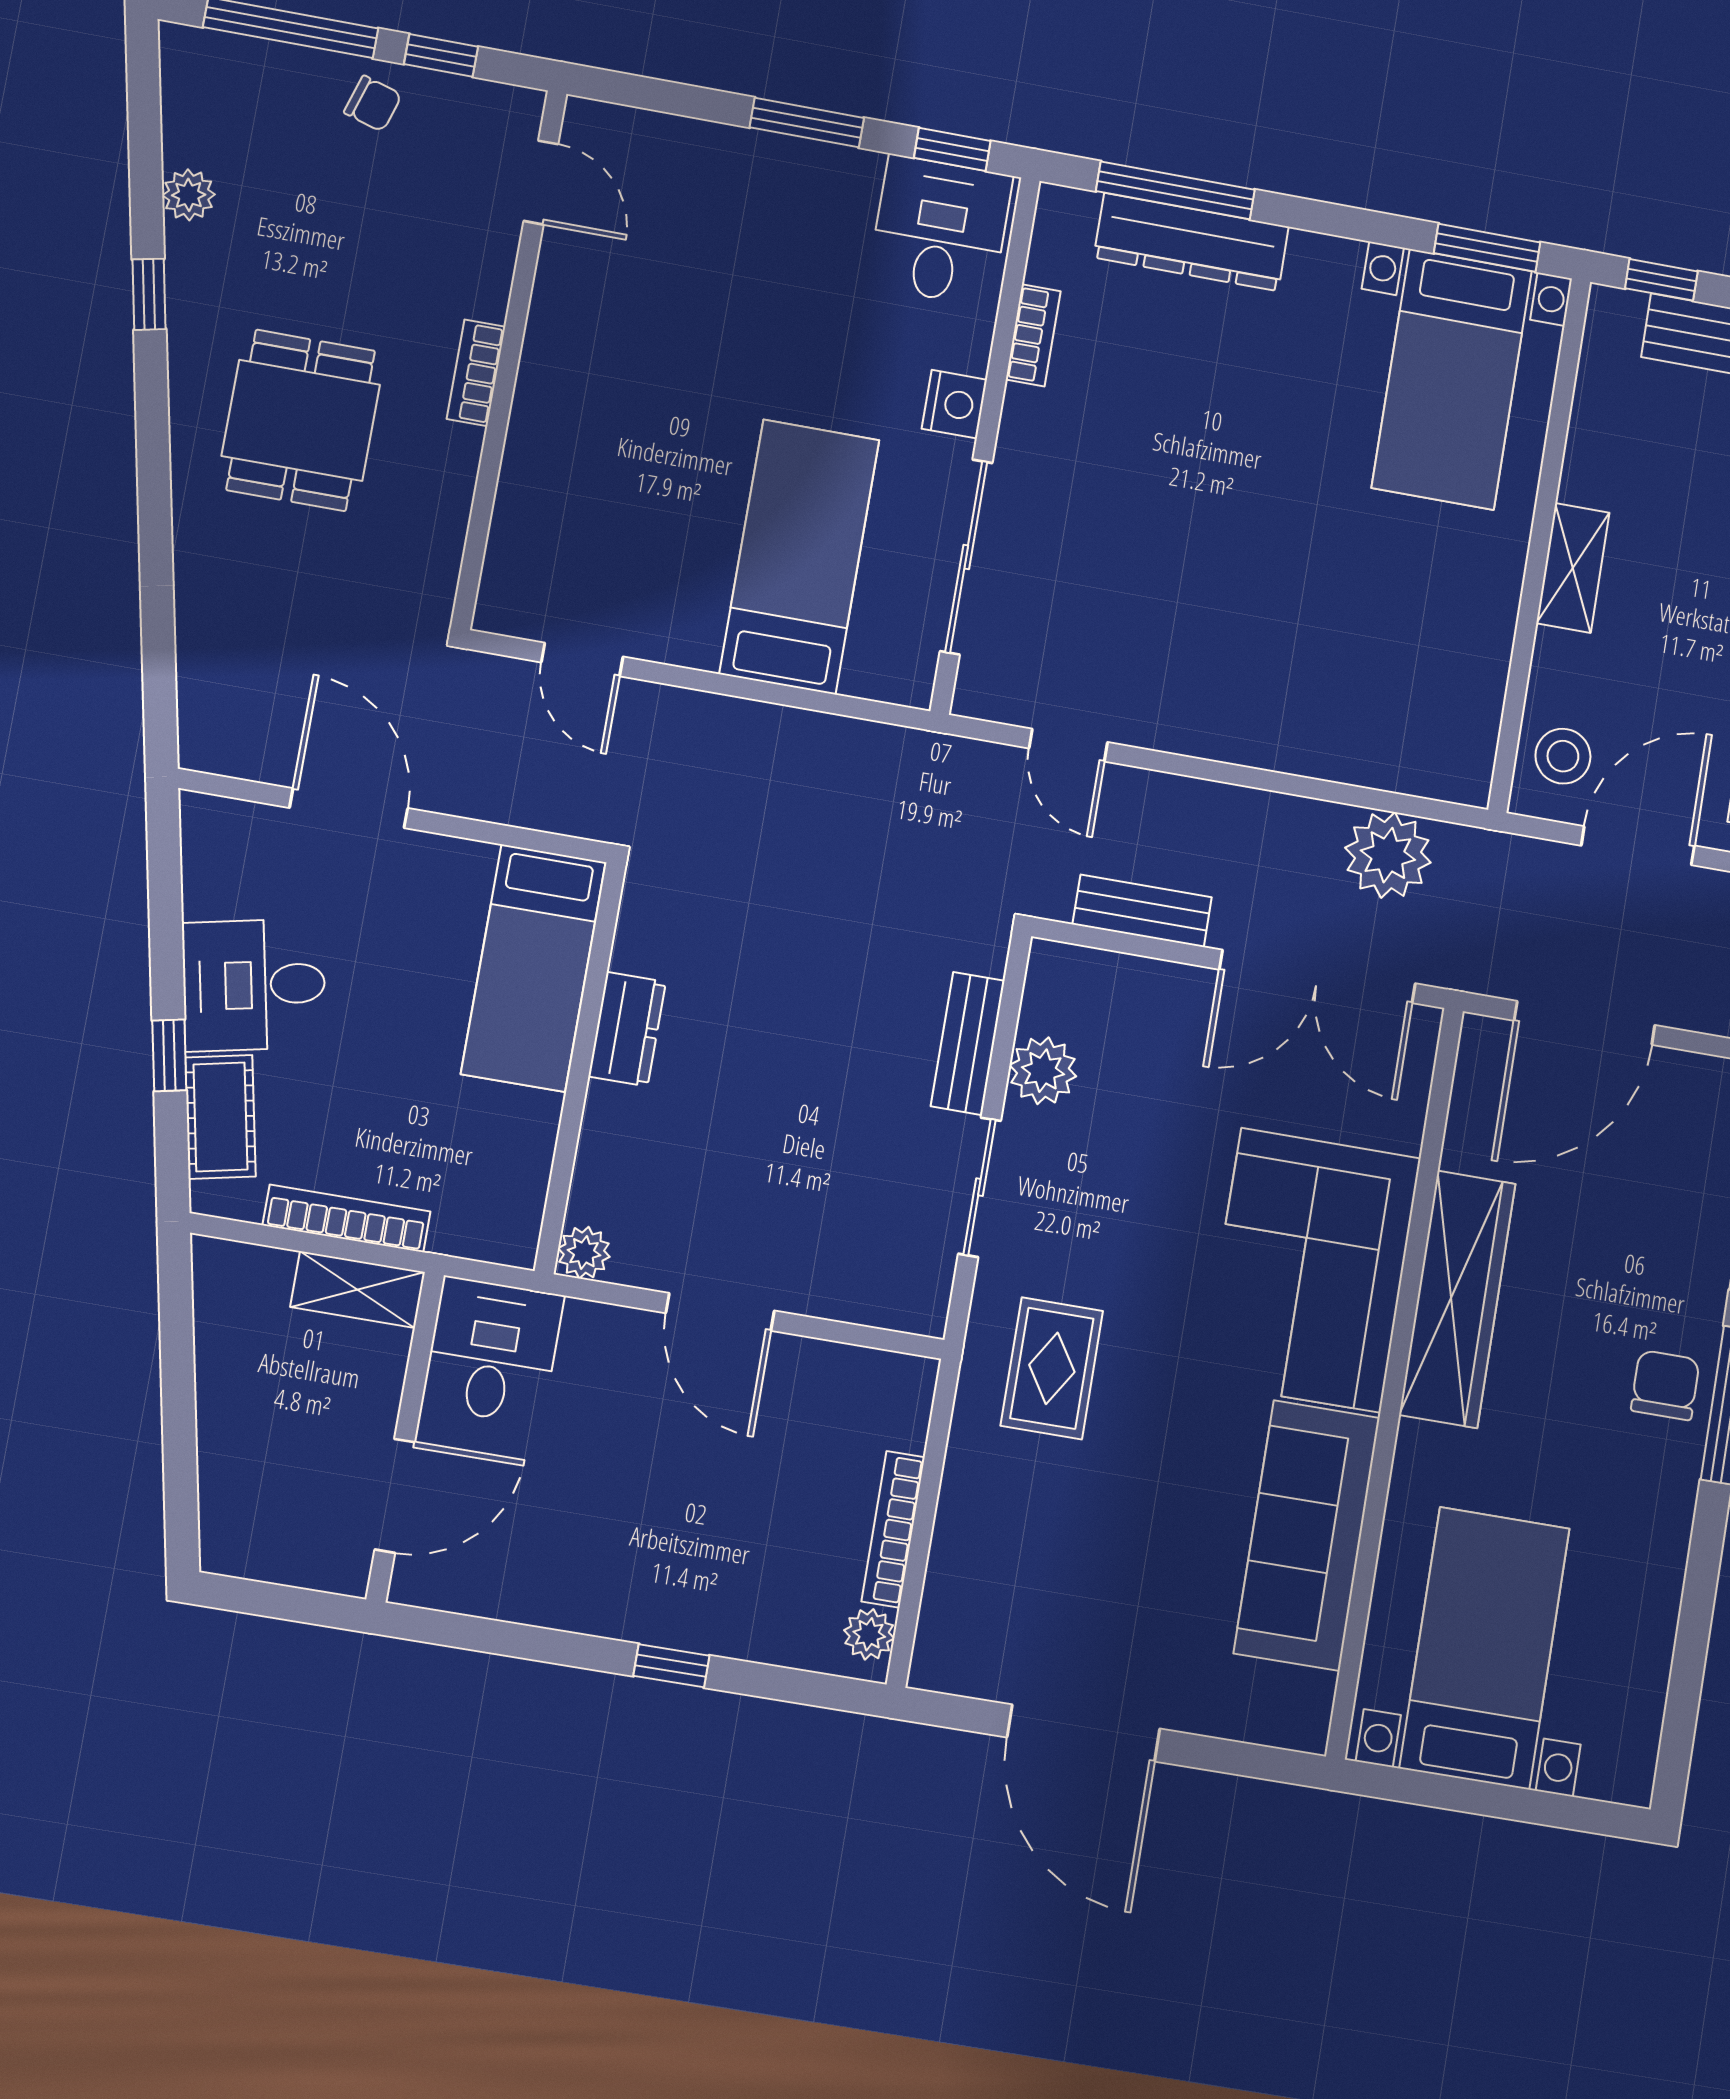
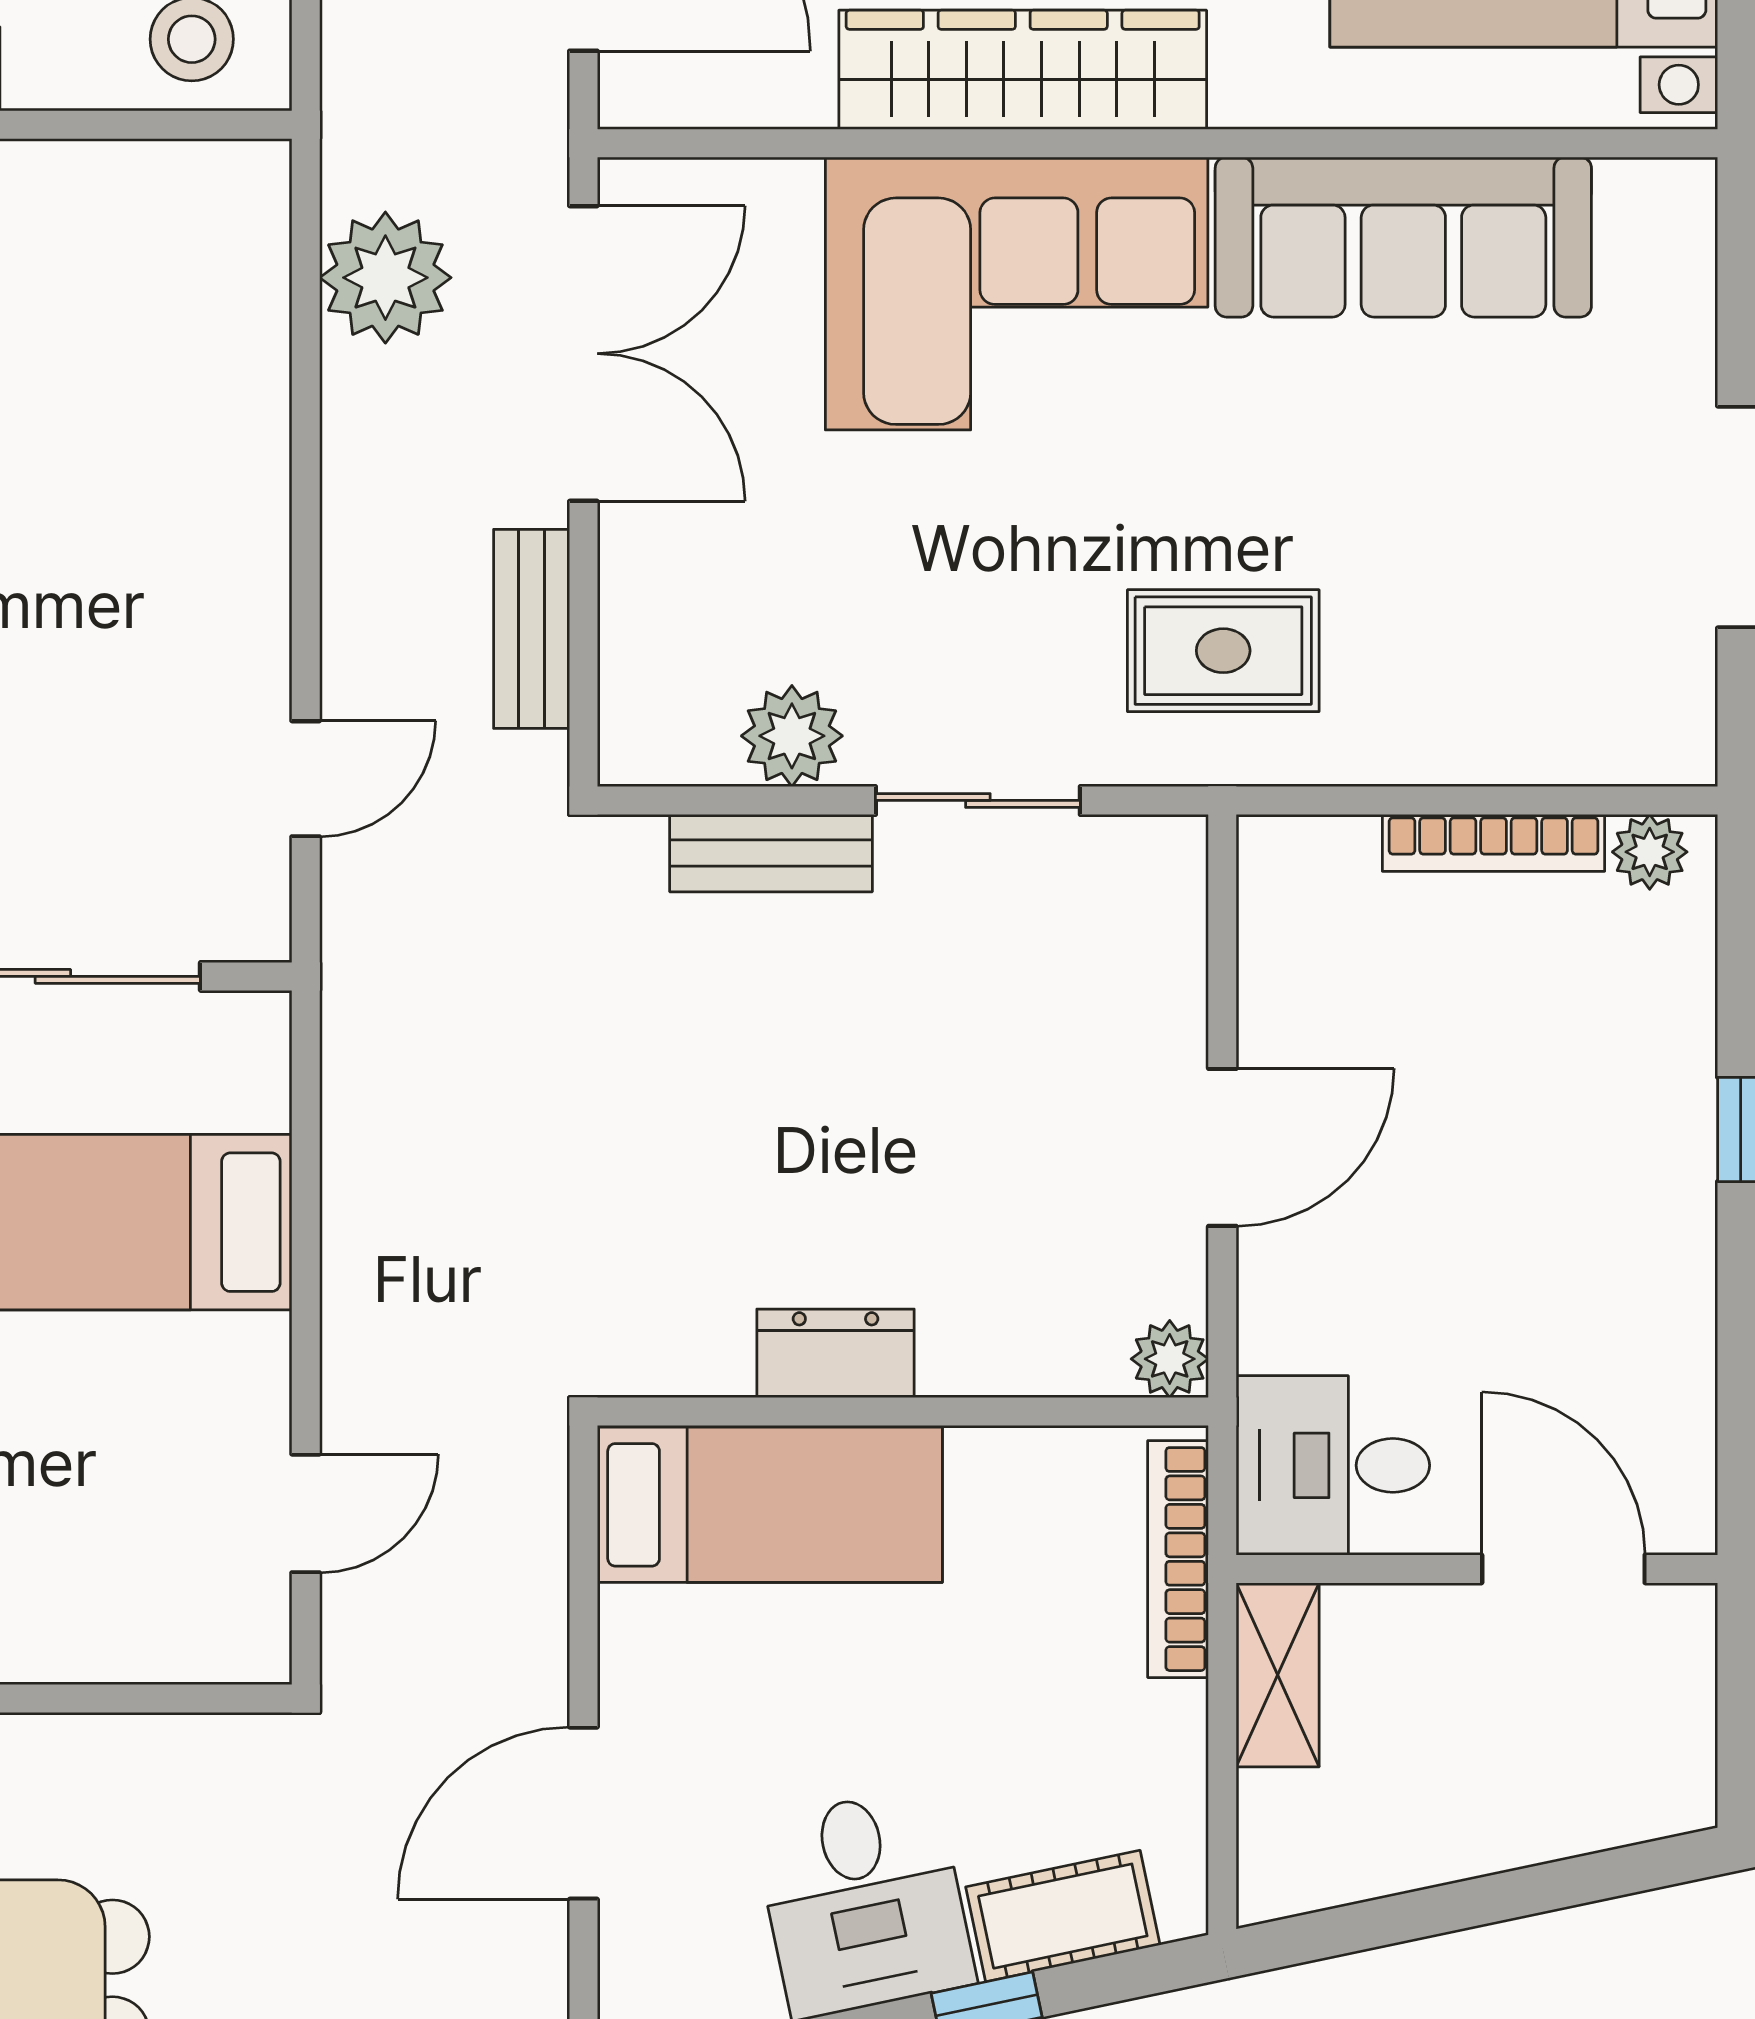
bookcase: (347, 1218) -> (1178, 1559), moved

